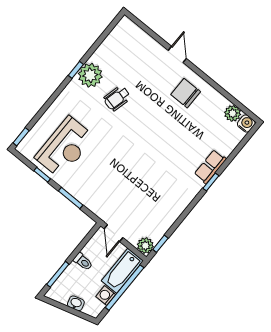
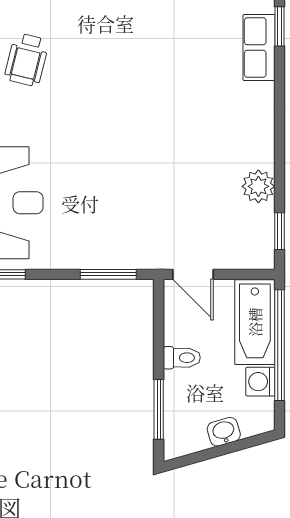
window: (211, 182) -> (280, 26), moved
window: (71, 198) -> (108, 274), moved
plant: (145, 246) -> (258, 186), moved

